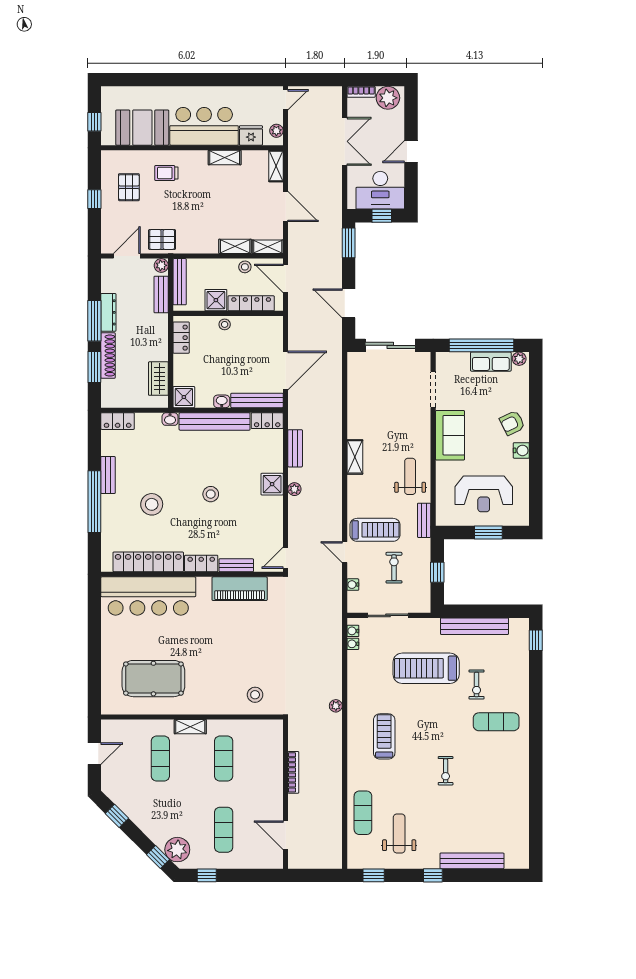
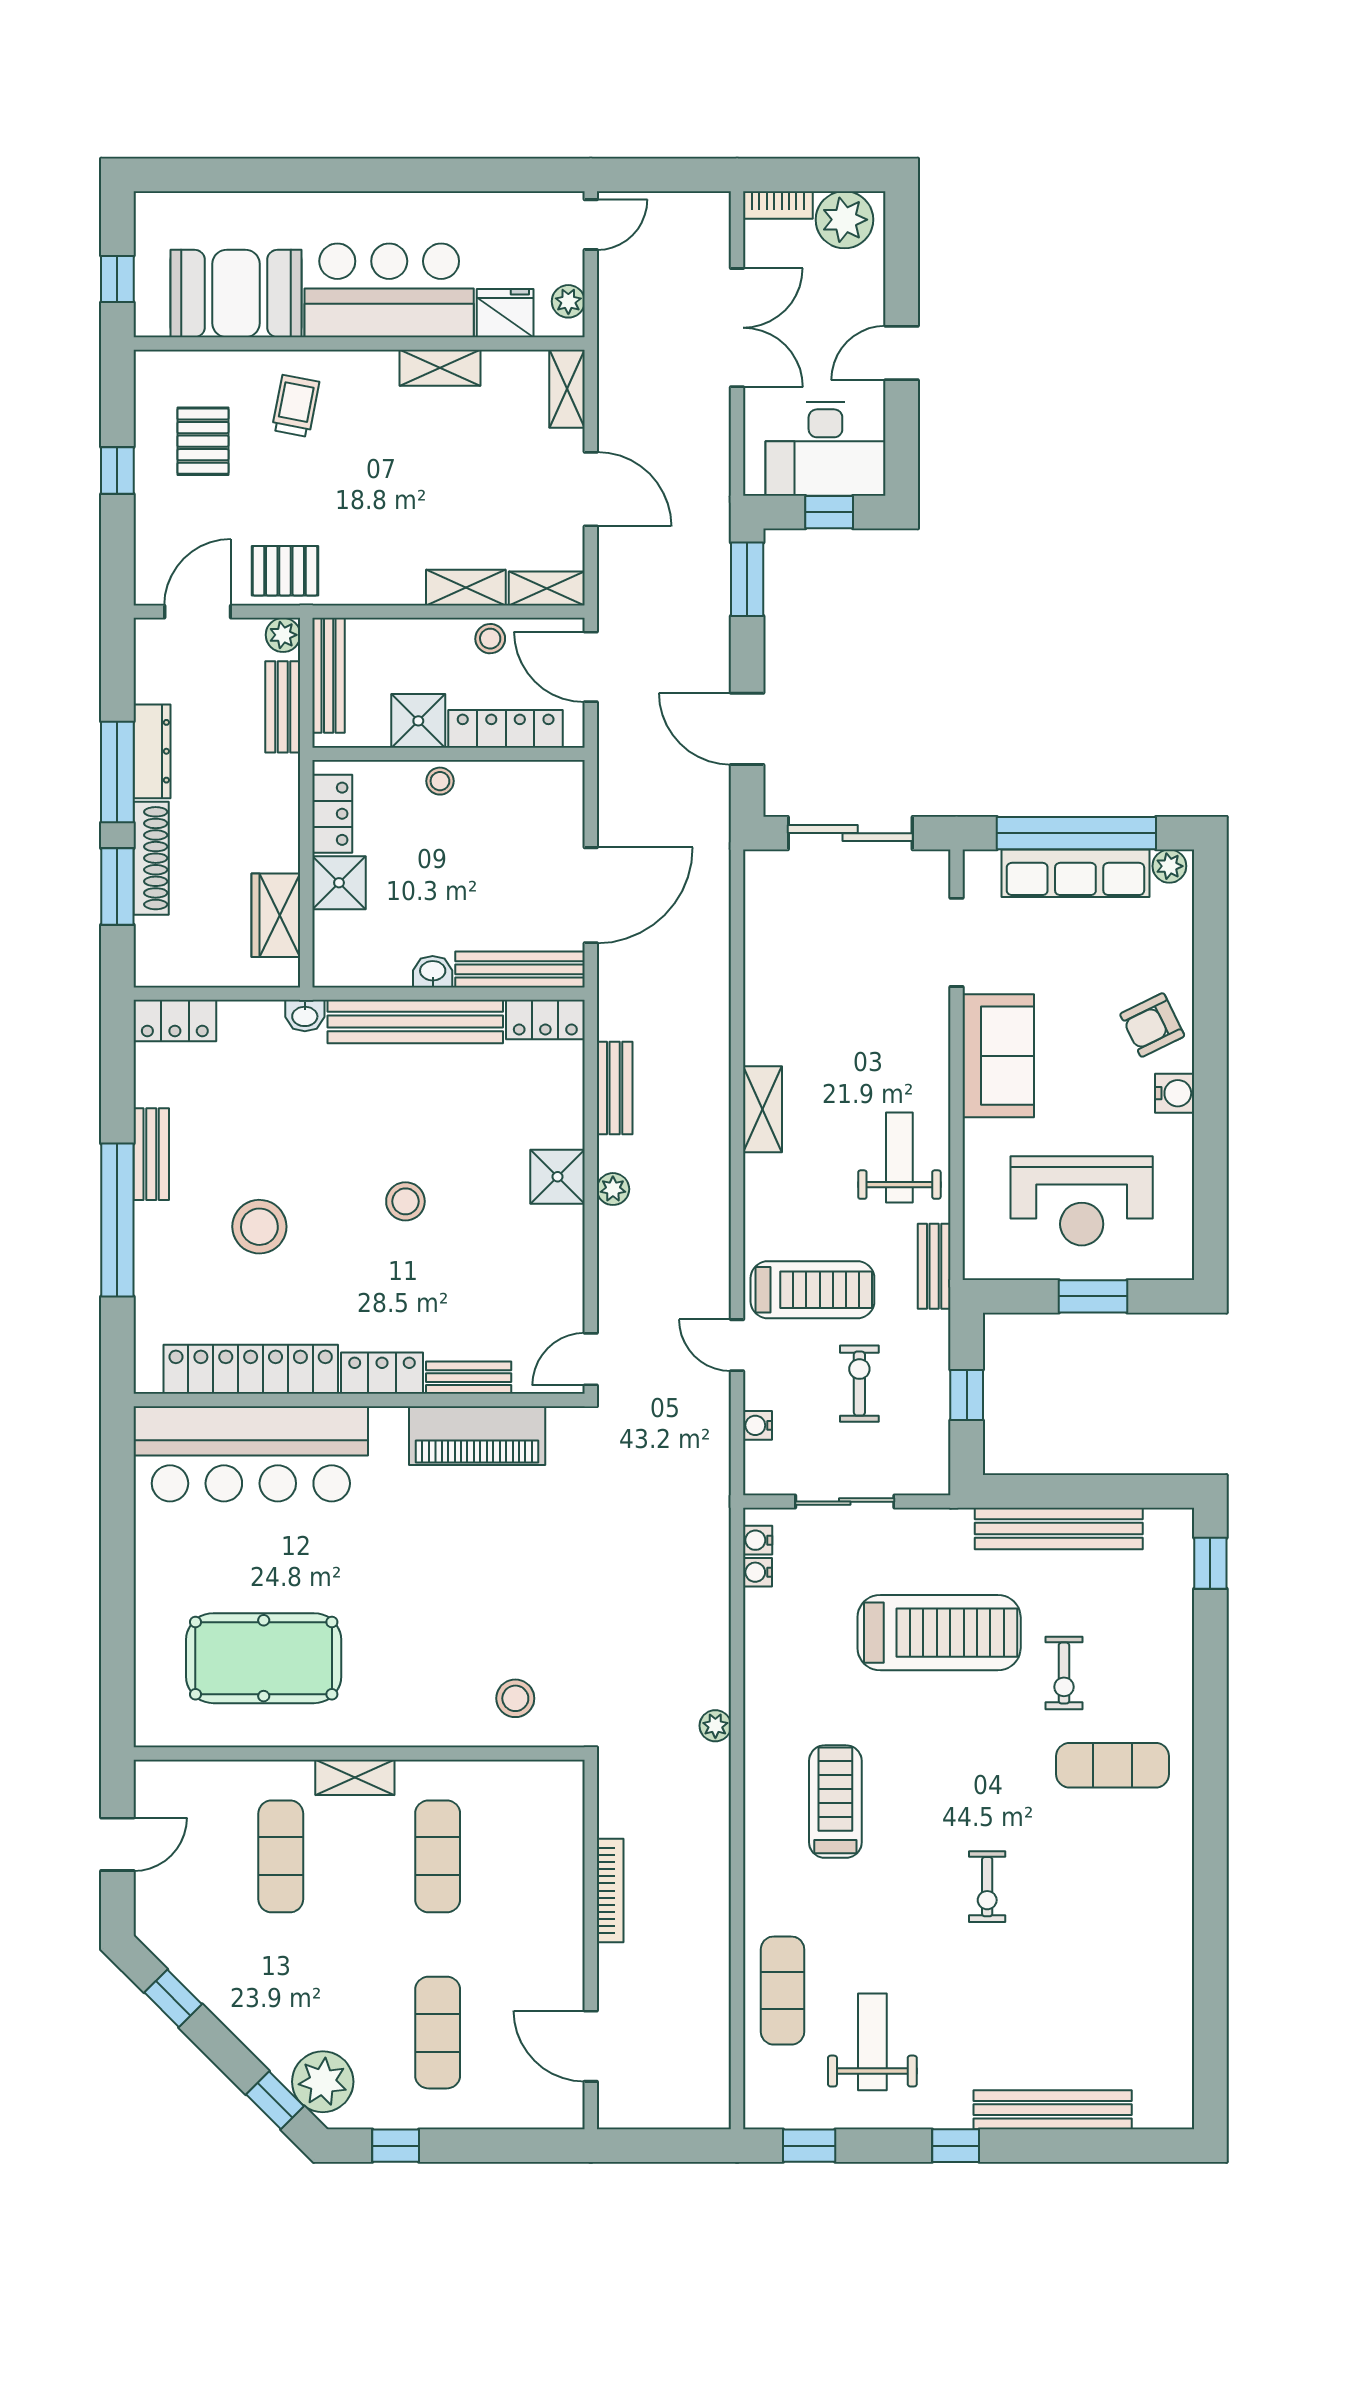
trolley: (166, 173) -> (296, 406), turned 101
row of seats: (491, 362) -> (1075, 873), width x1.48
shower: (184, 397) -> (339, 883), moved
treadmill: (426, 668) -> (939, 1633), turned 180

